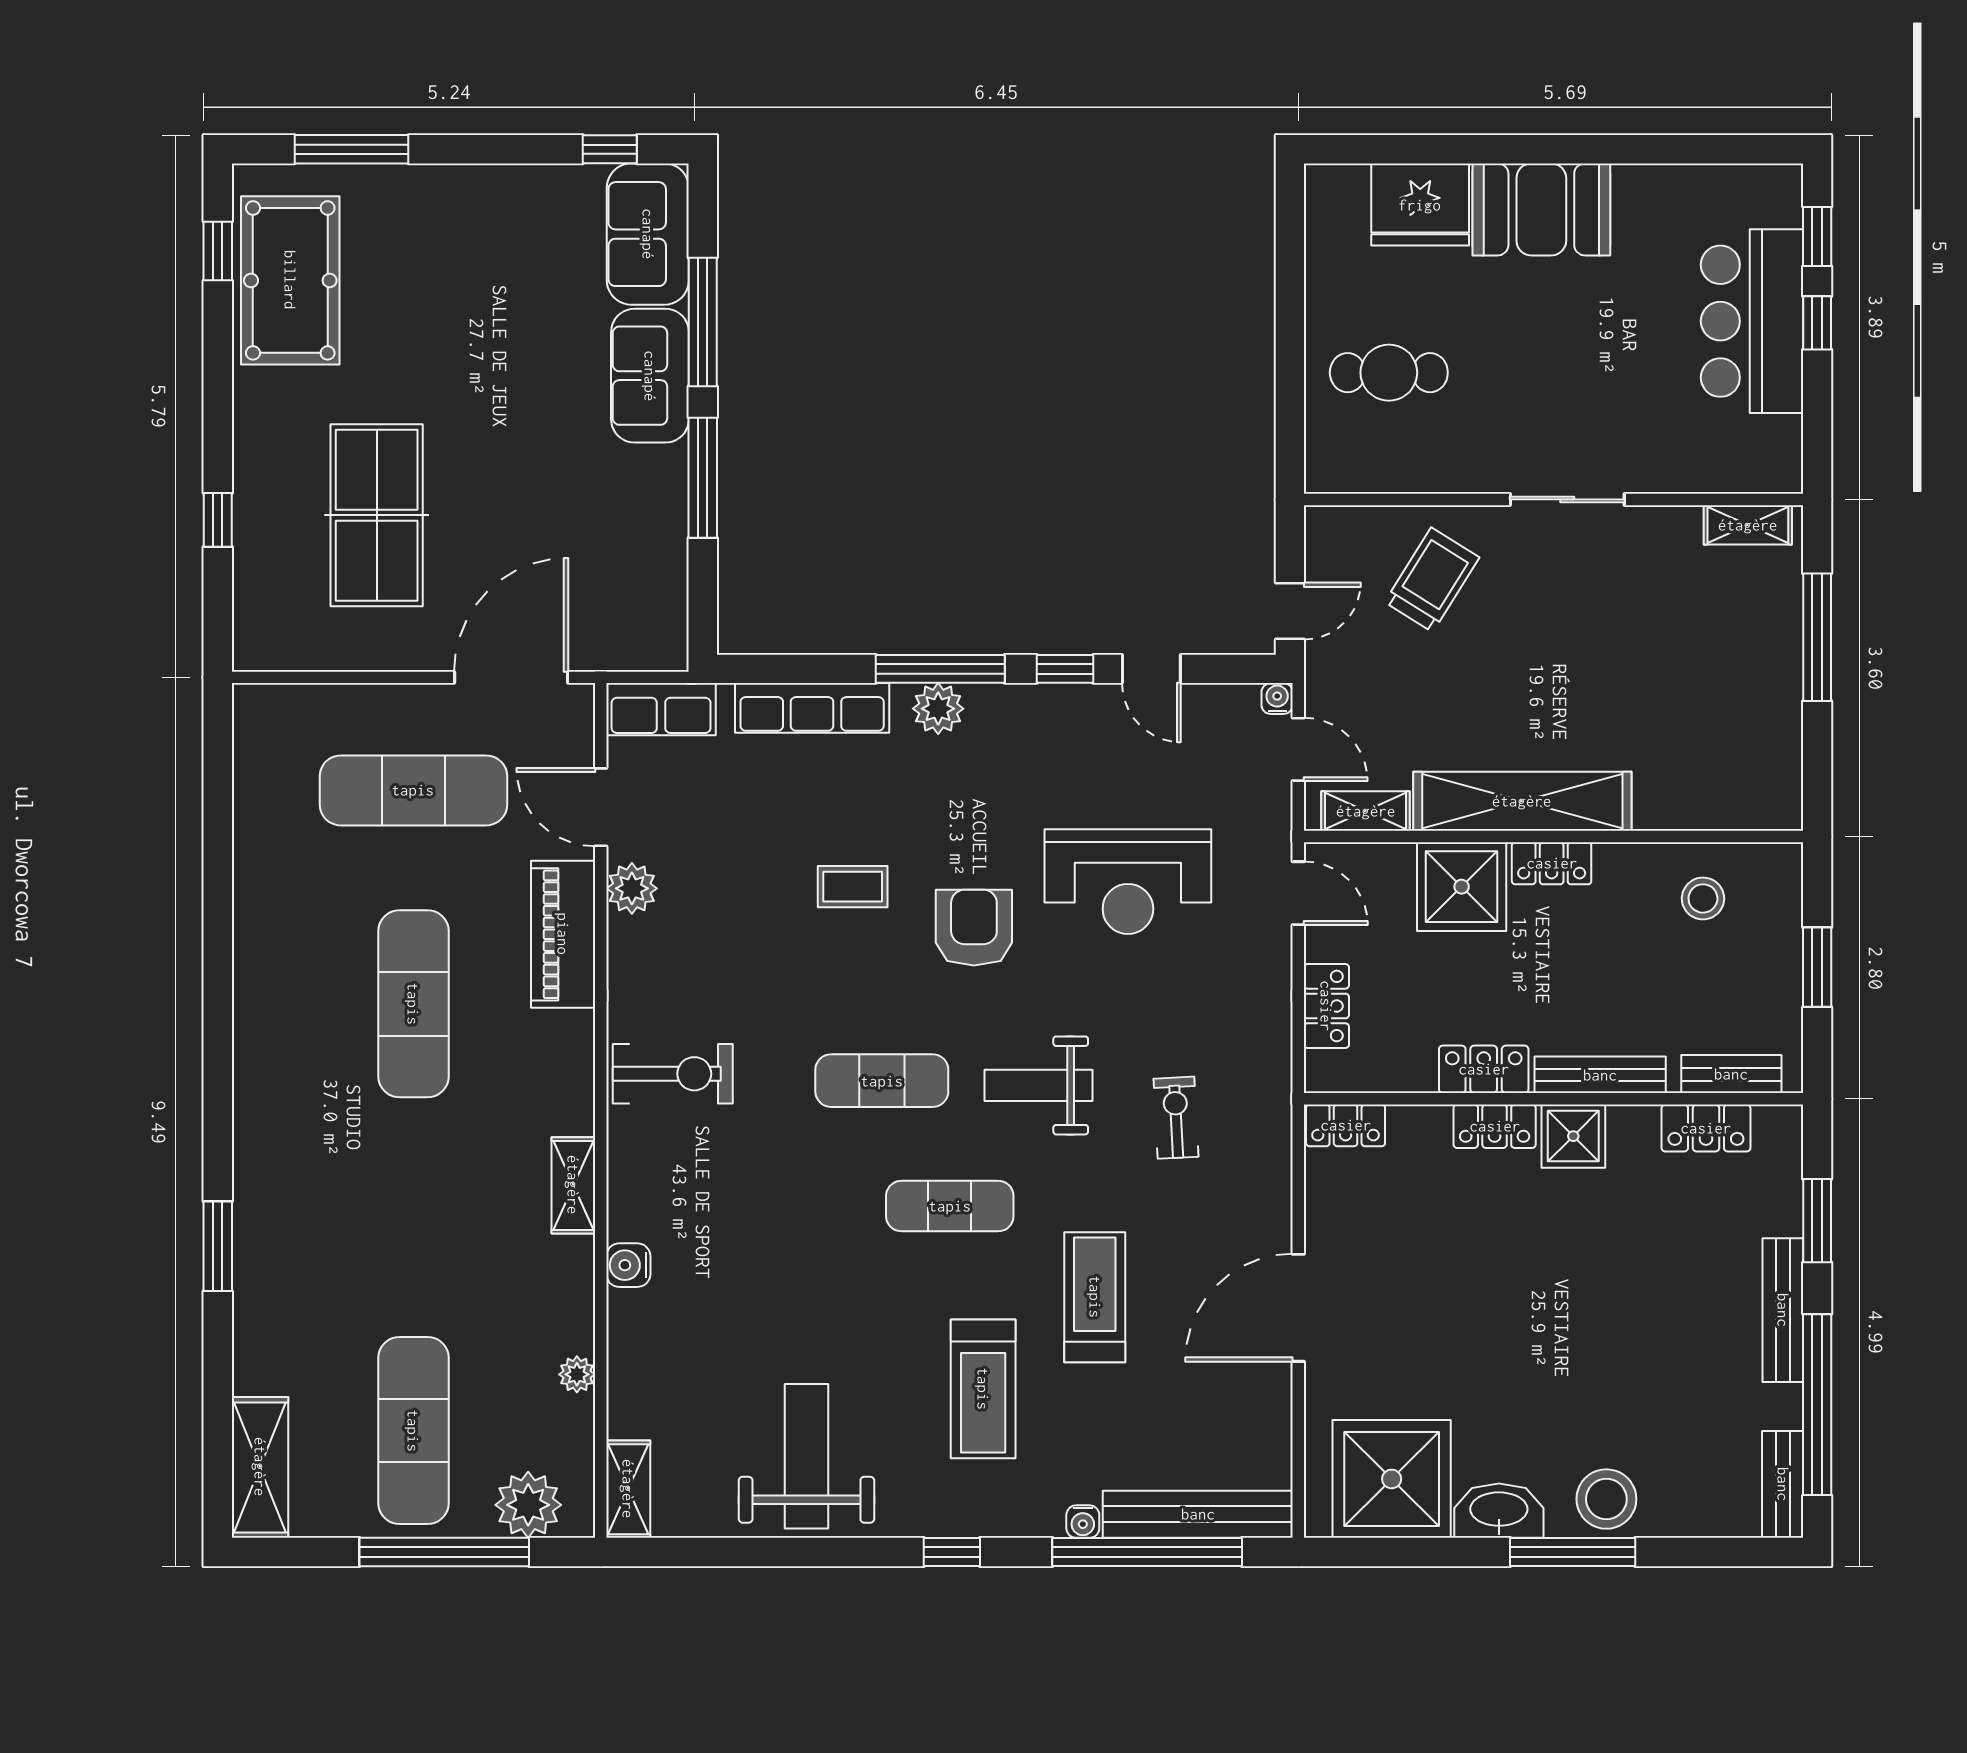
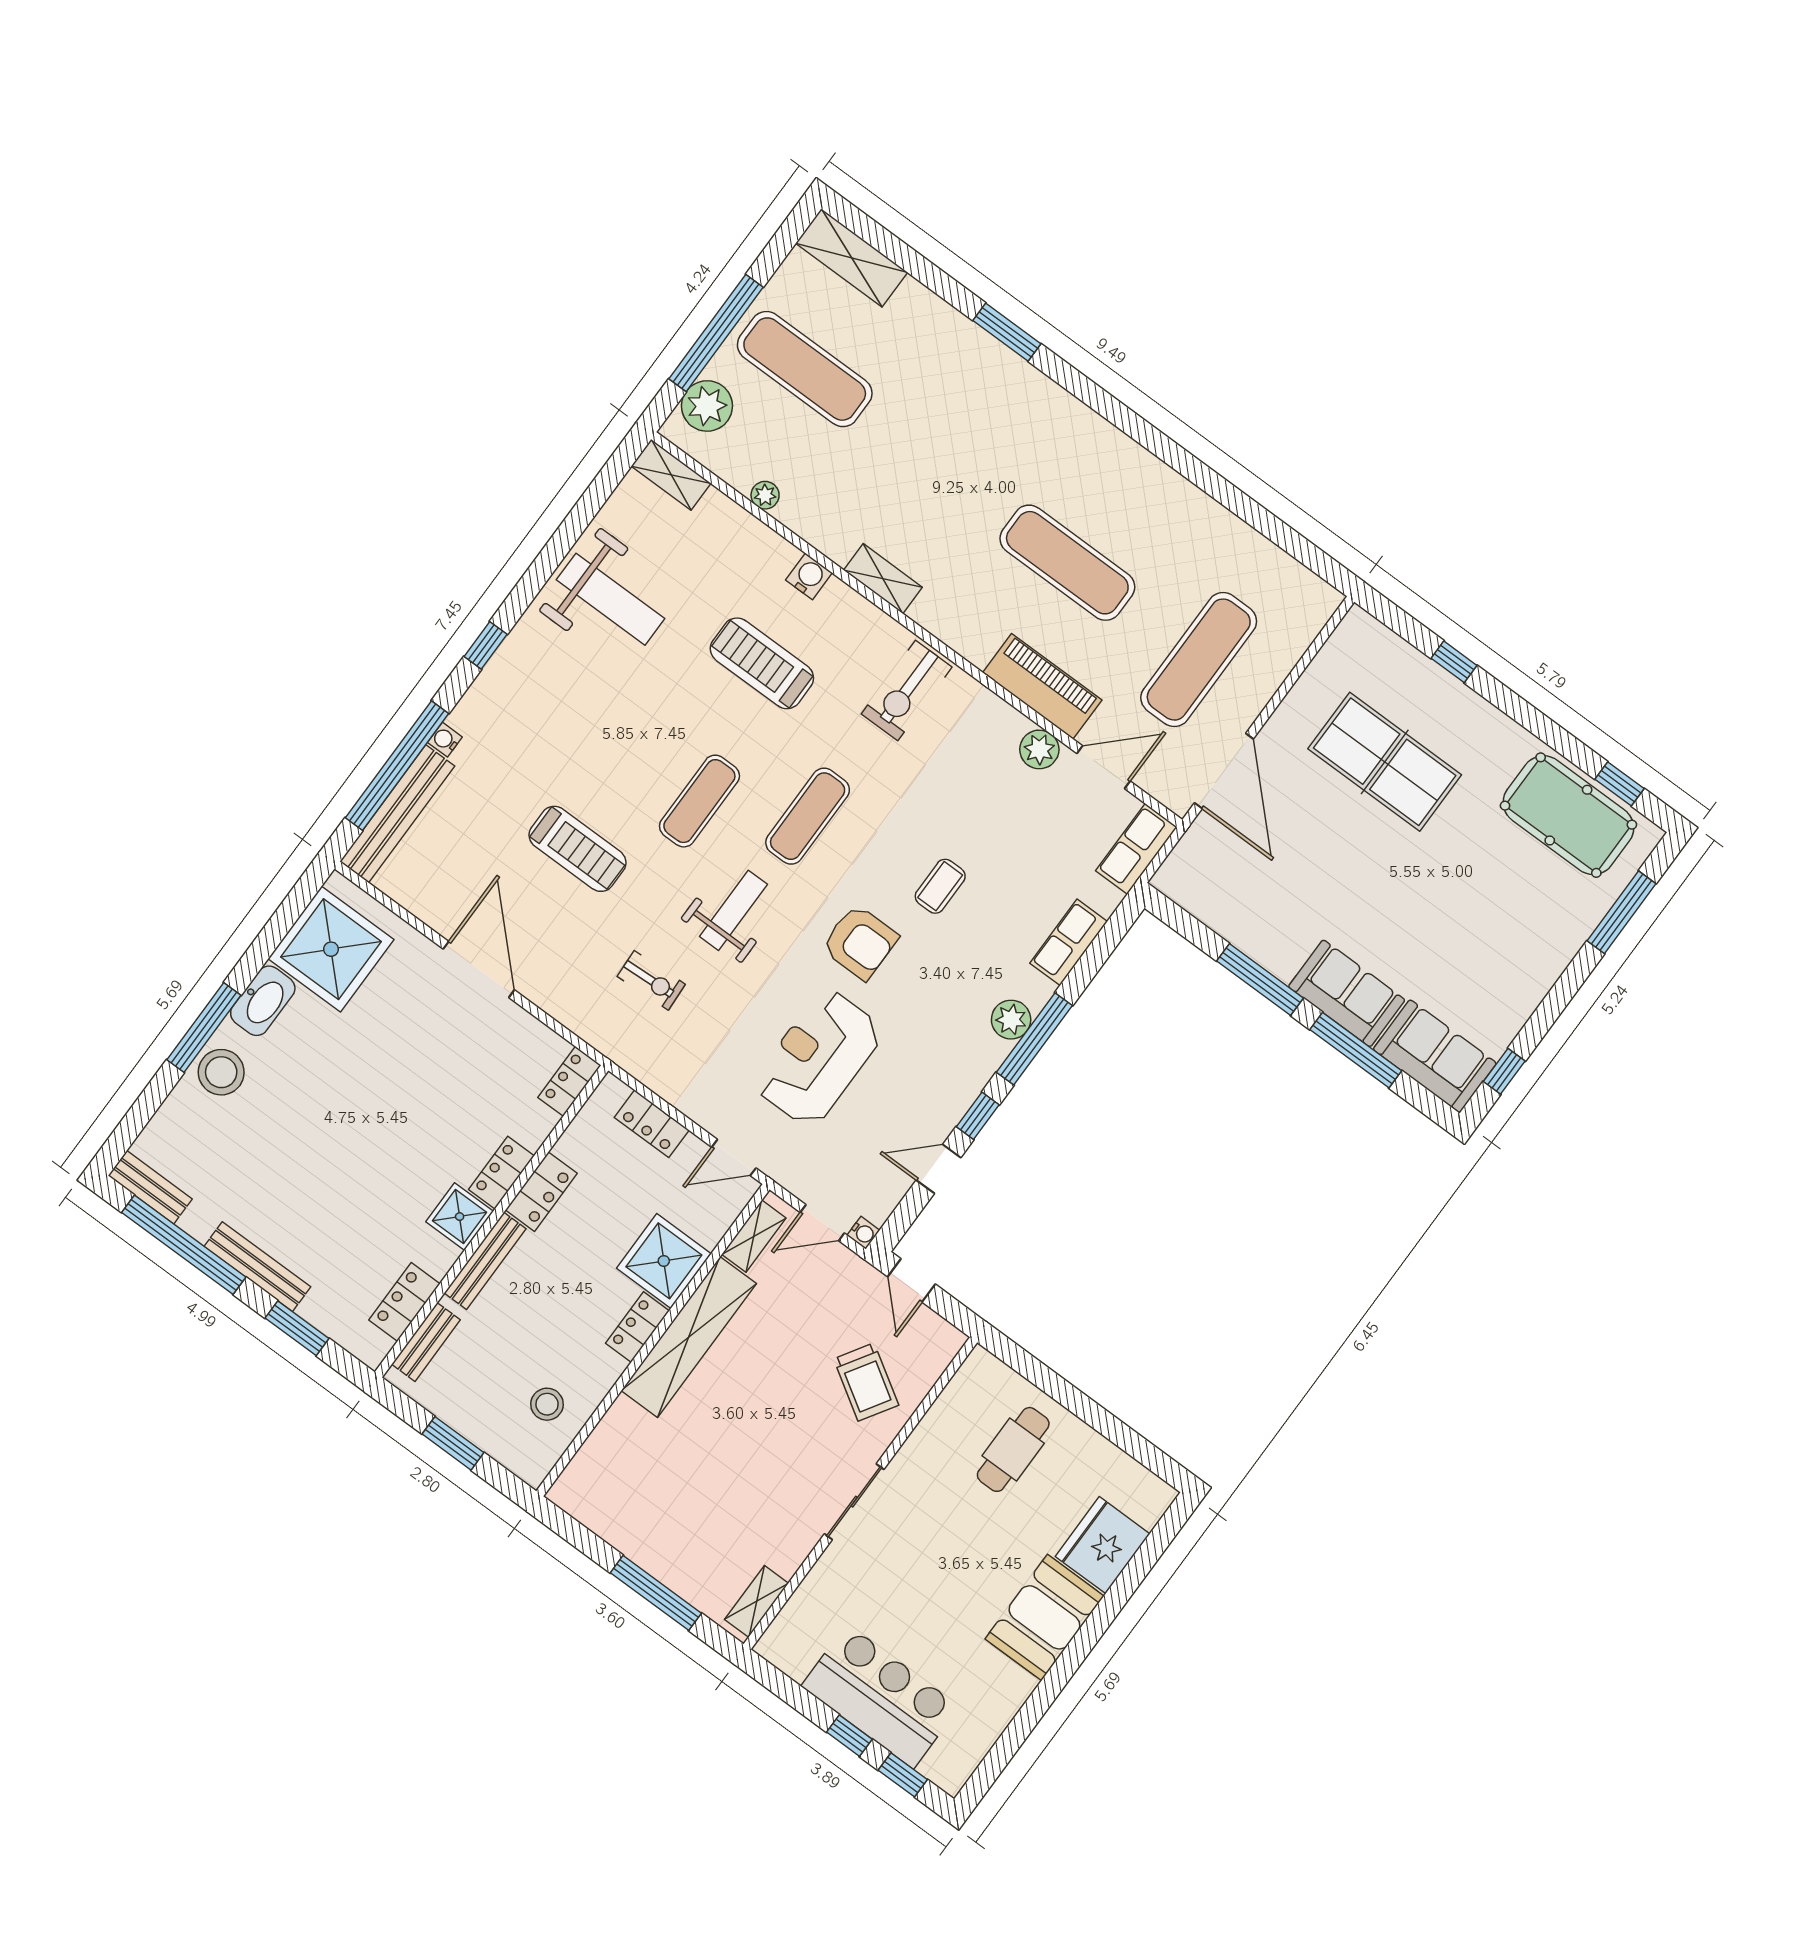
row of seats: (812, 708) -> (1069, 942), width x0.68
treadmill: (983, 1389) -> (762, 663), moved

